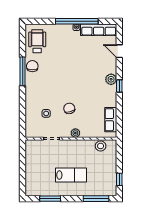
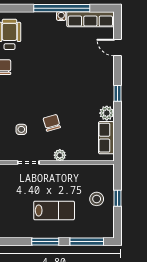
plant: (111, 79) -> (107, 113), moved
stool: (101, 146) -> (97, 199), moved
window: (119, 179) -> (118, 198), moved
window: (50, 199) -> (45, 242), moved

